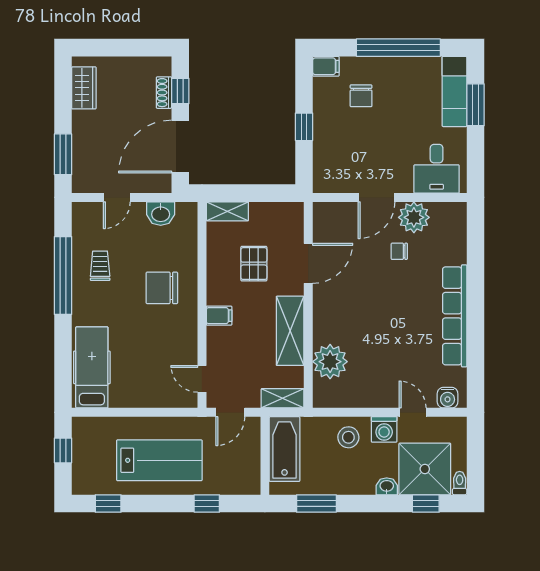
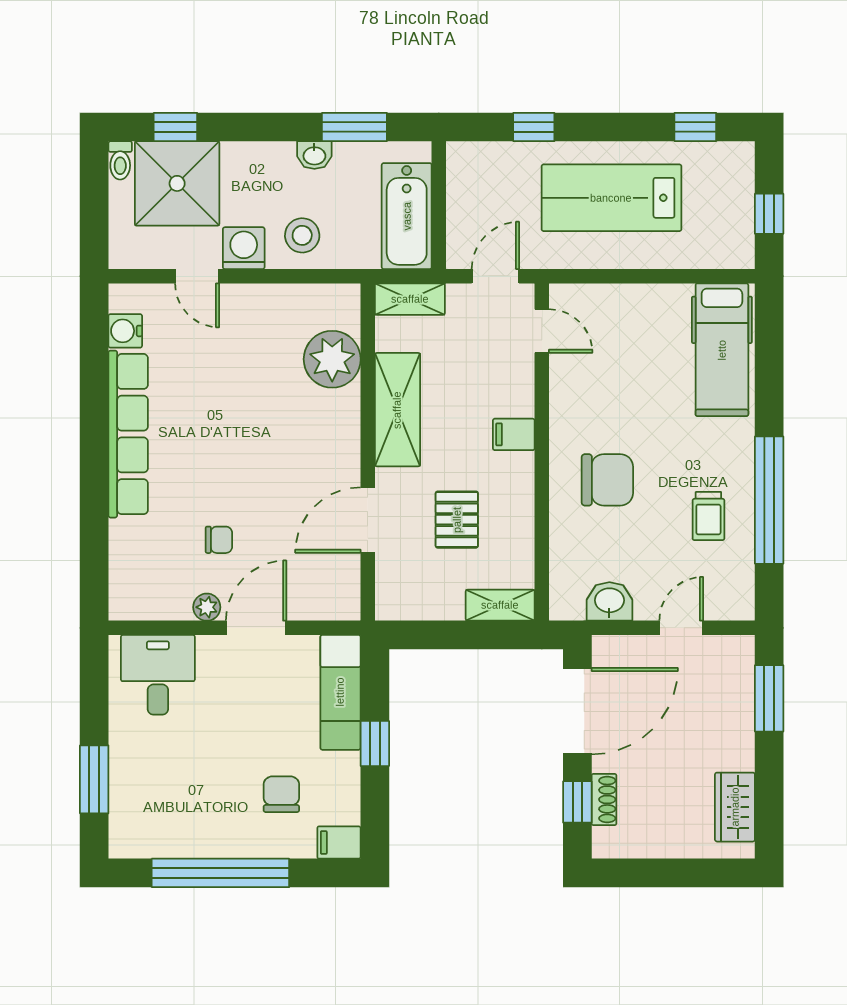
exam couch: (454, 91) -> (340, 692), moved, turned 180
plant: (414, 217) -> (207, 607), width x0.53, depth x0.53
water cooler: (448, 398) -> (125, 331), moved, turned -90
washbasin: (387, 486) -> (314, 155), moved

